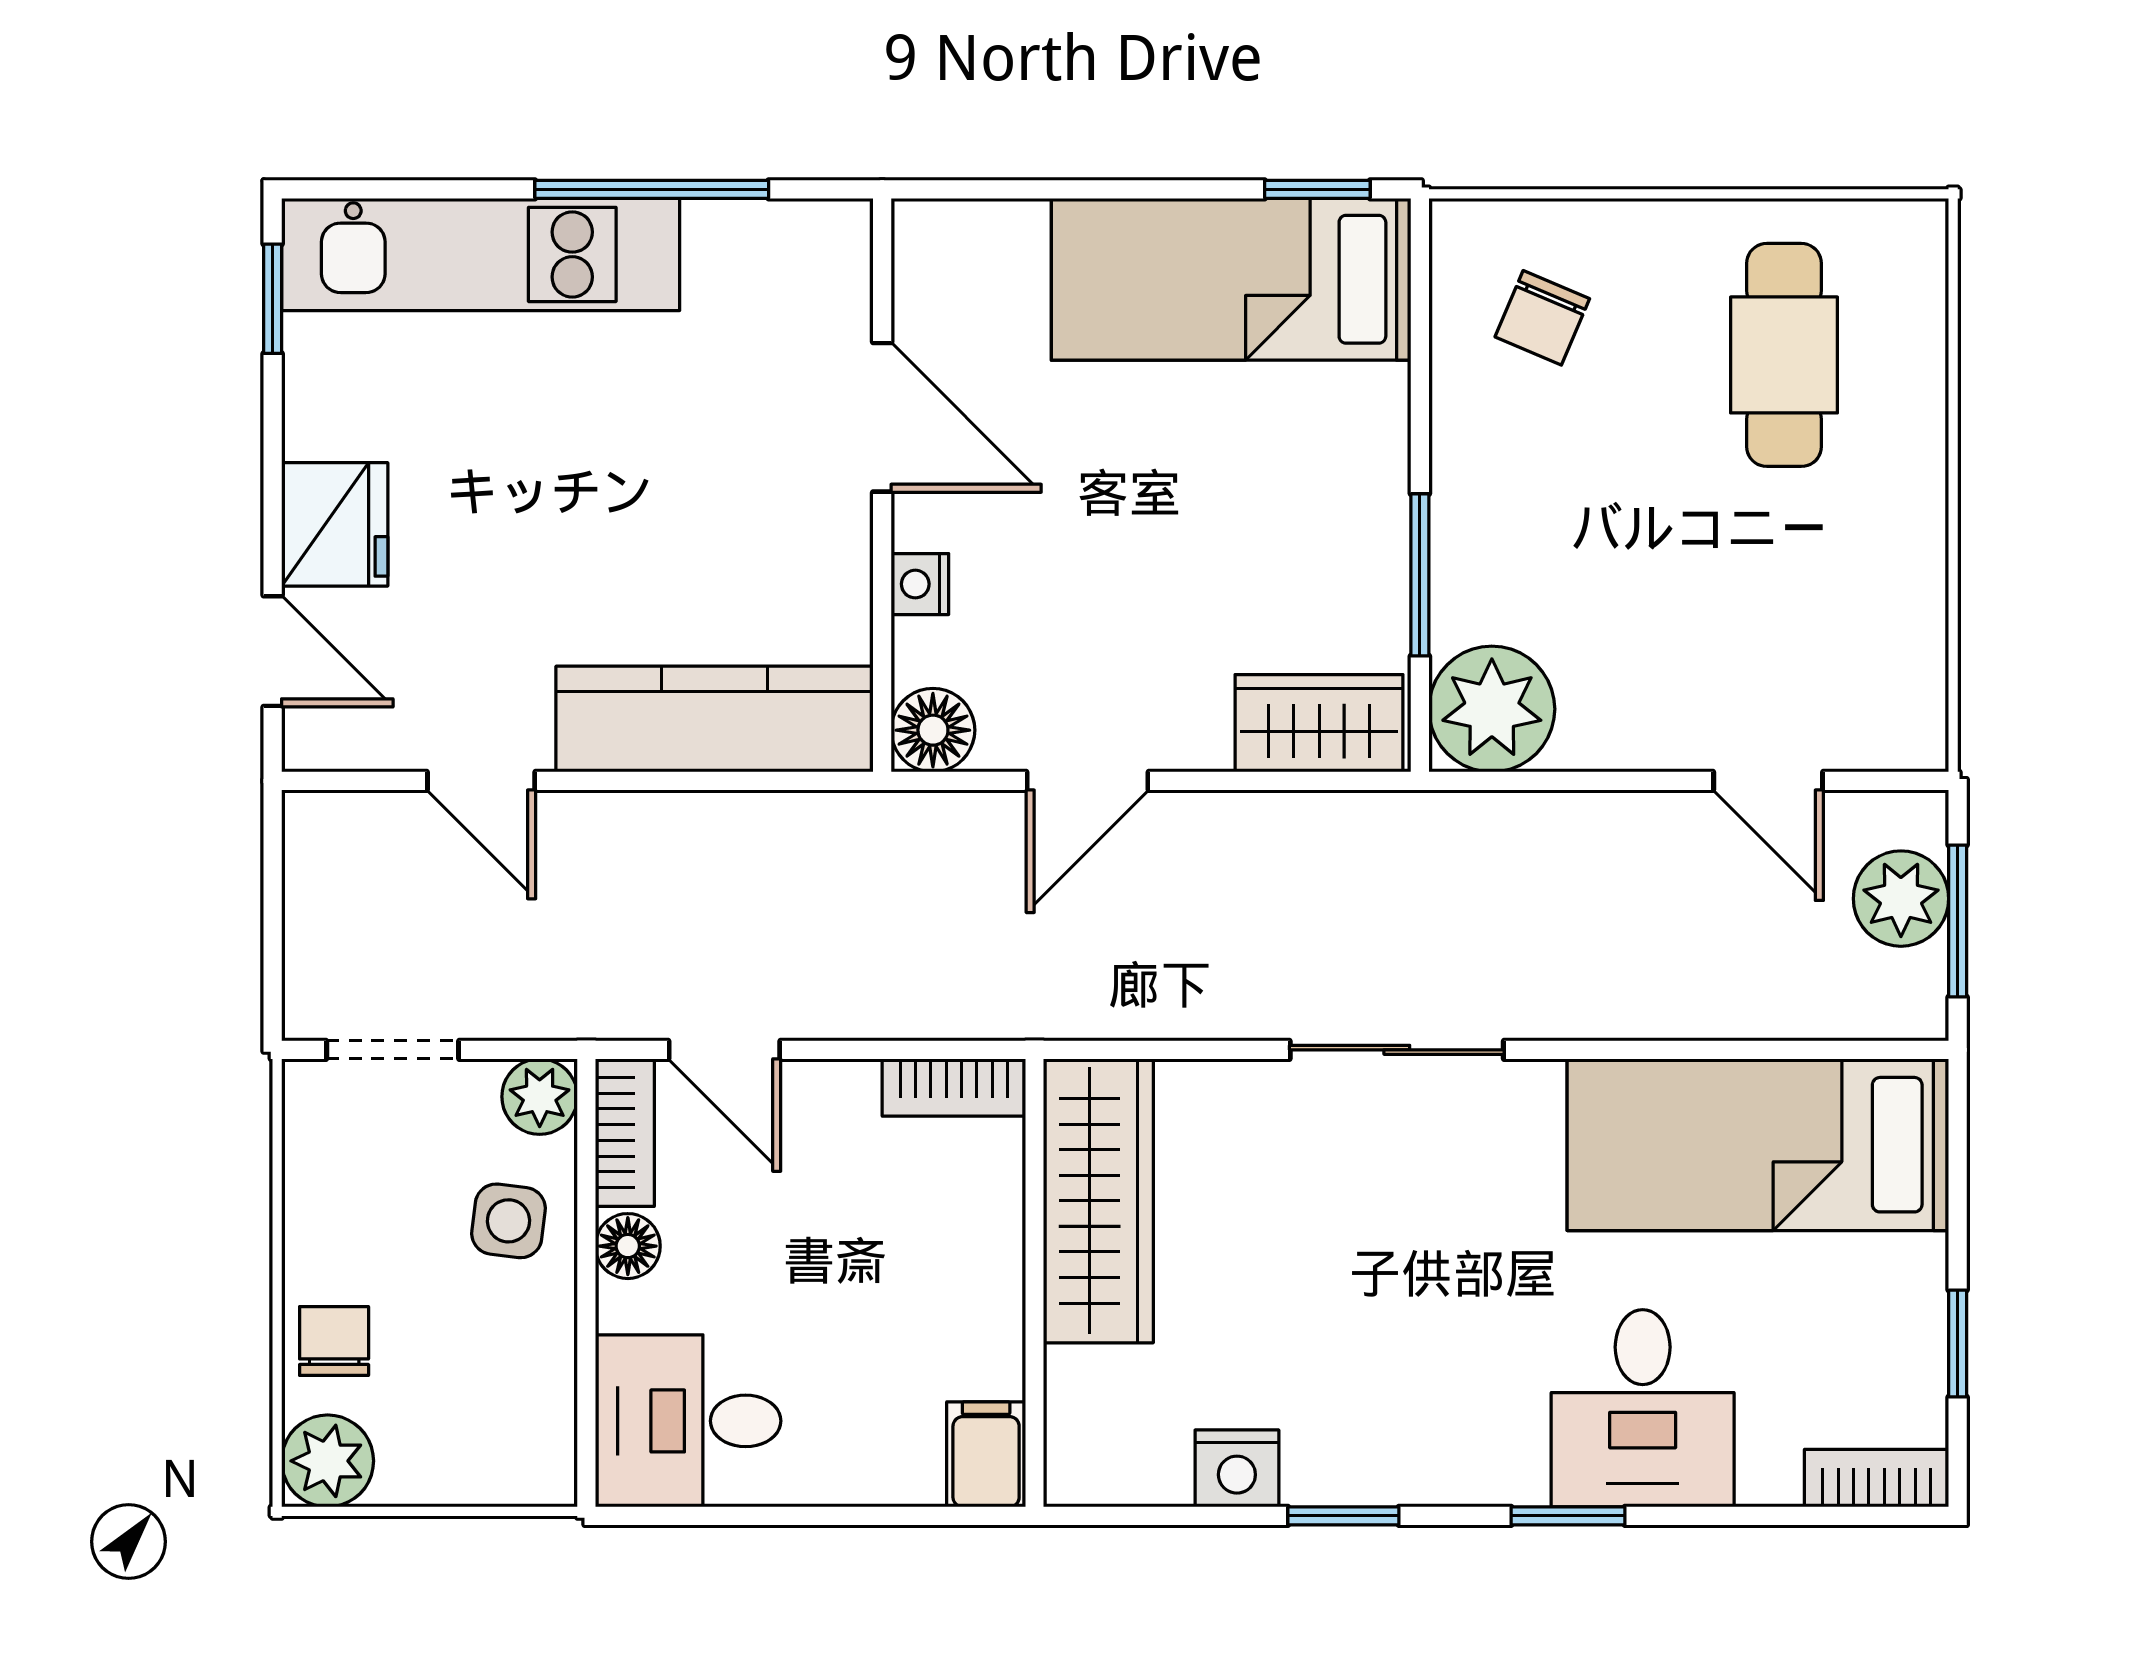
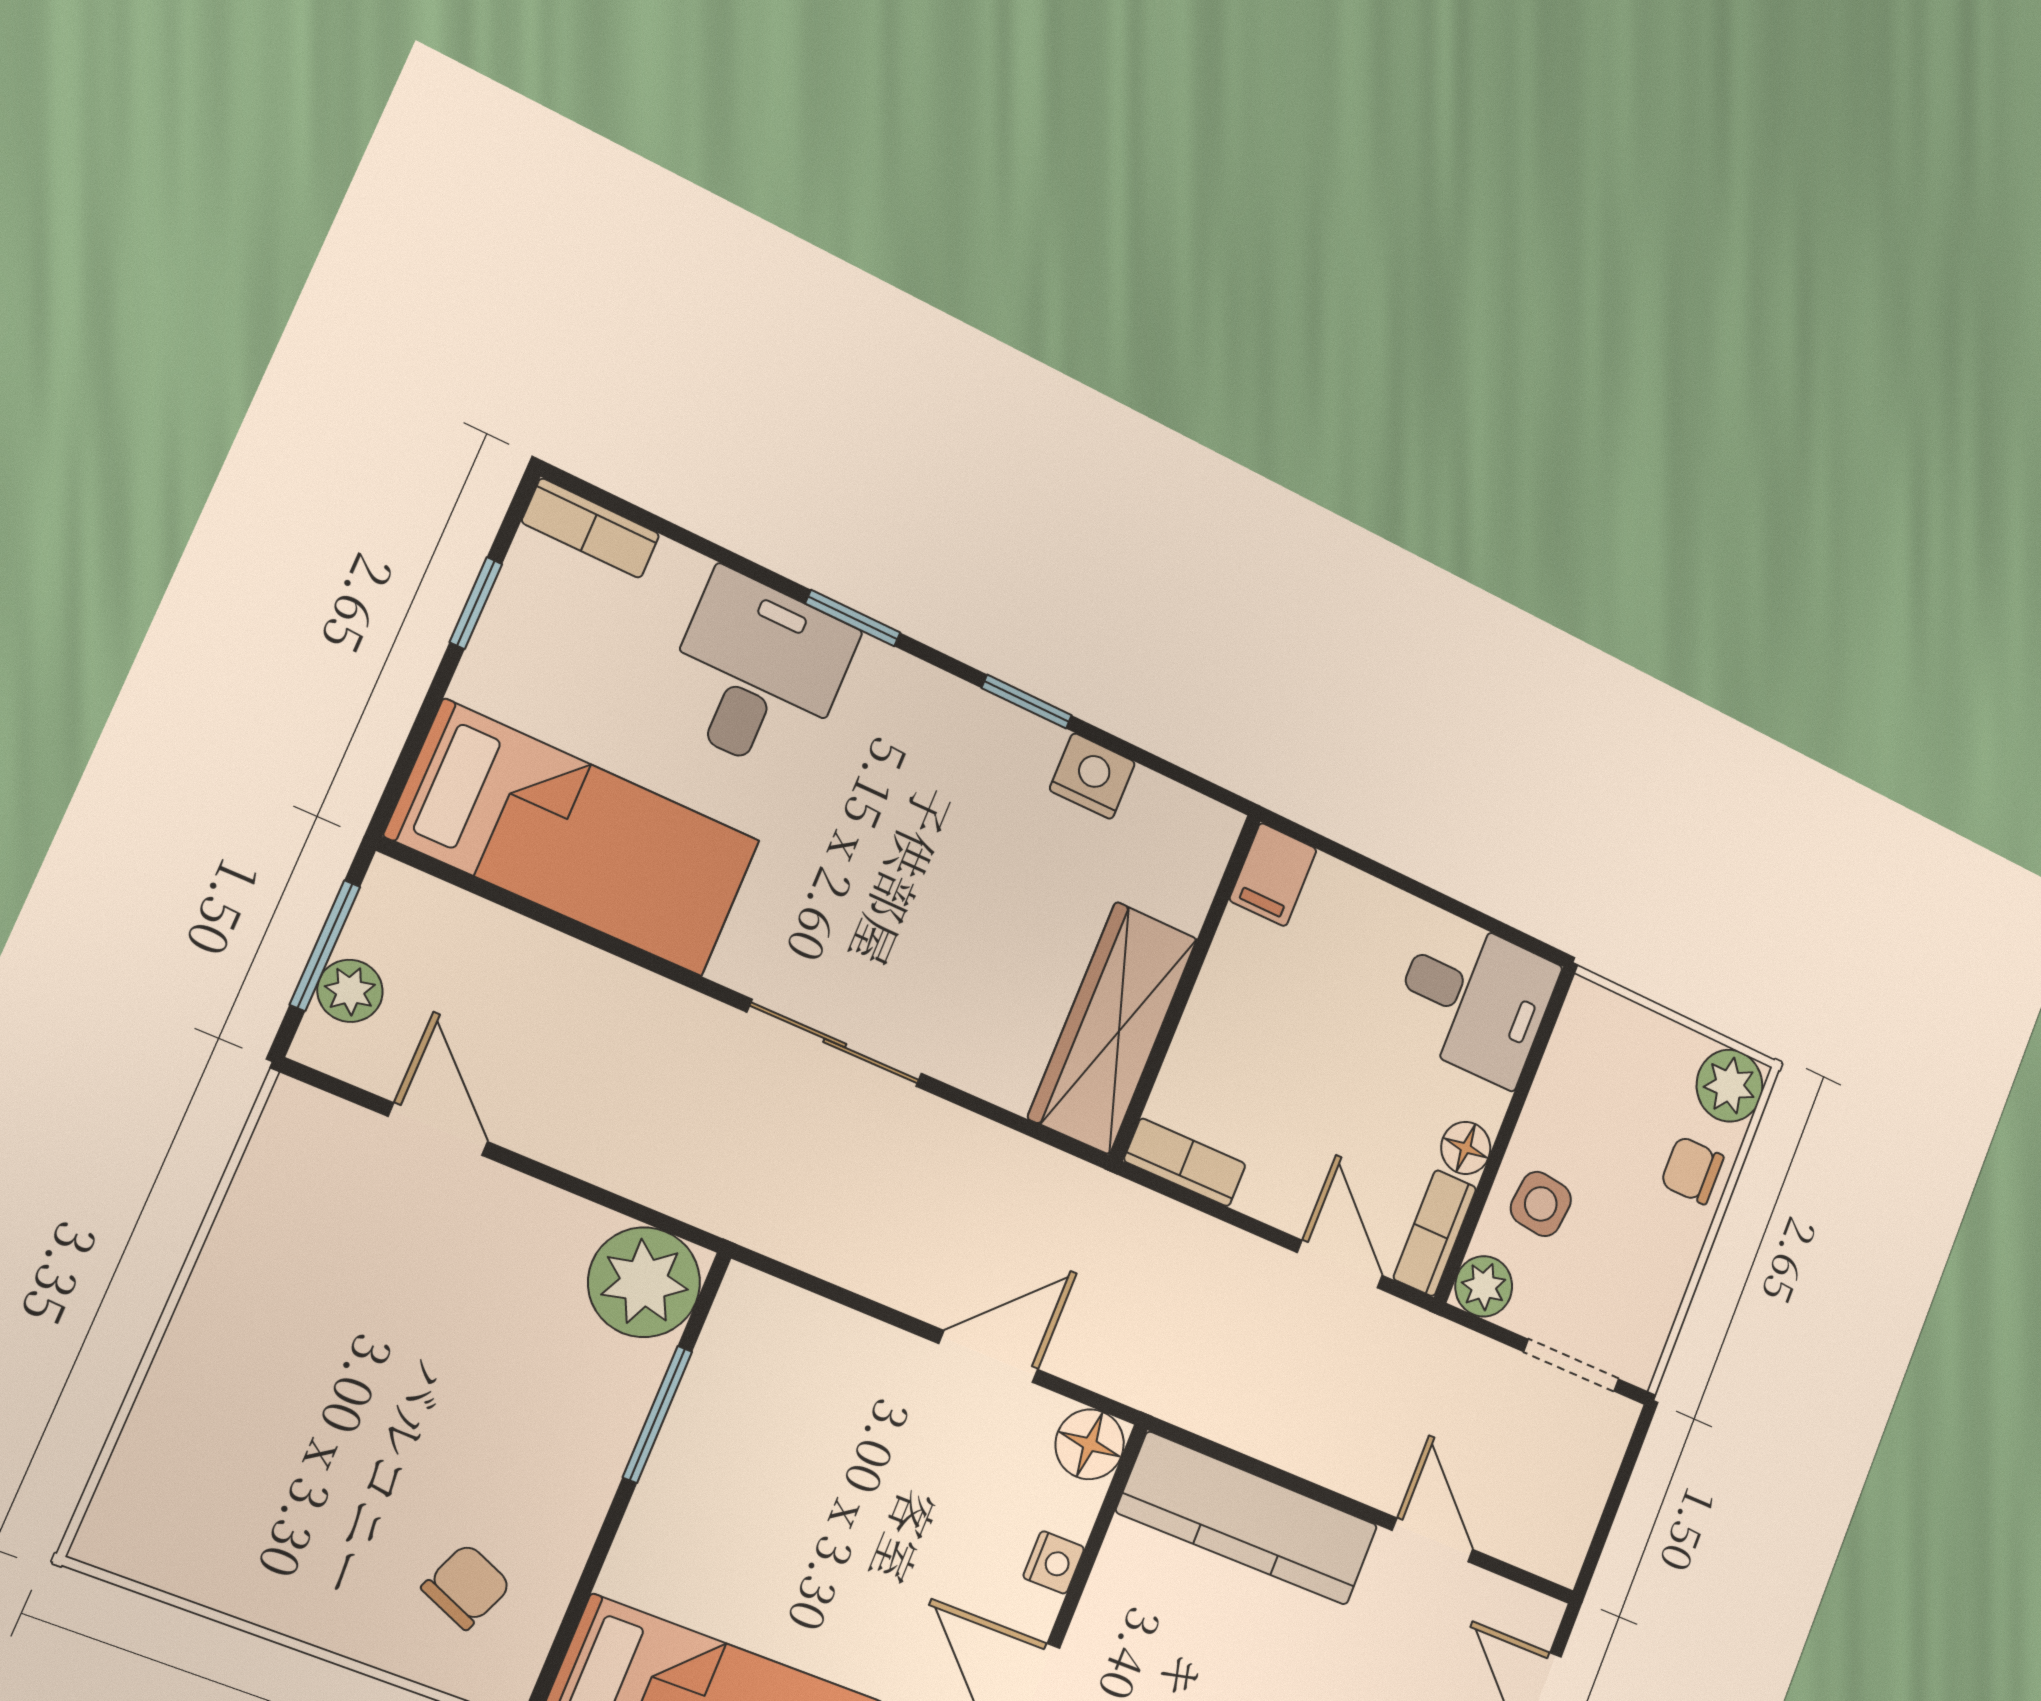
cafe table: (1784, 355) -> (271, 1478), removed
wardrobe: (1319, 723) -> (789, 1328), removed
plant: (1901, 899) -> (350, 991), width x0.73, depth x0.73
chair: (334, 1341) -> (1692, 1170), turned 90

